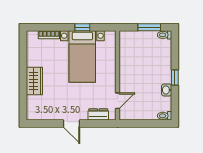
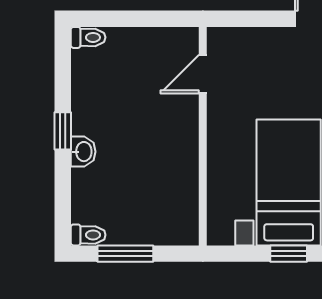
washbasin: (167, 90) -> (83, 152), moved
dresser: (98, 114) -> (250, 41), removed

